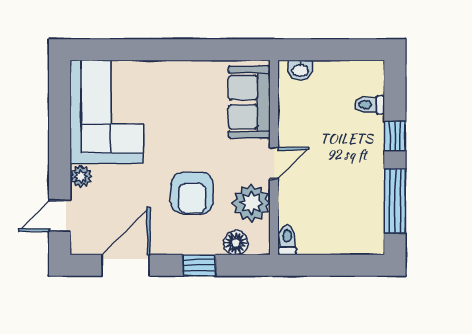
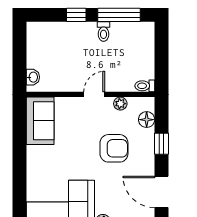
sofa: (249, 102) -> (40, 121), moved, turned -90
toilet: (369, 105) -> (104, 32), moved
door: (274, 163) -> (94, 94), hinge flipped
plant: (251, 203) -> (120, 104), width x0.53, depth x0.53

